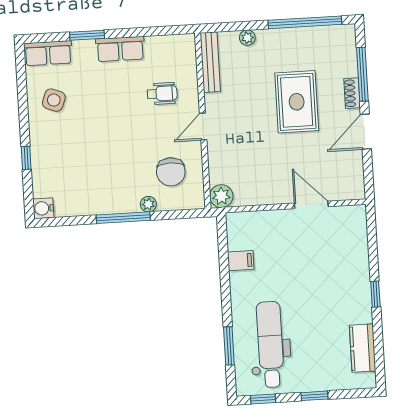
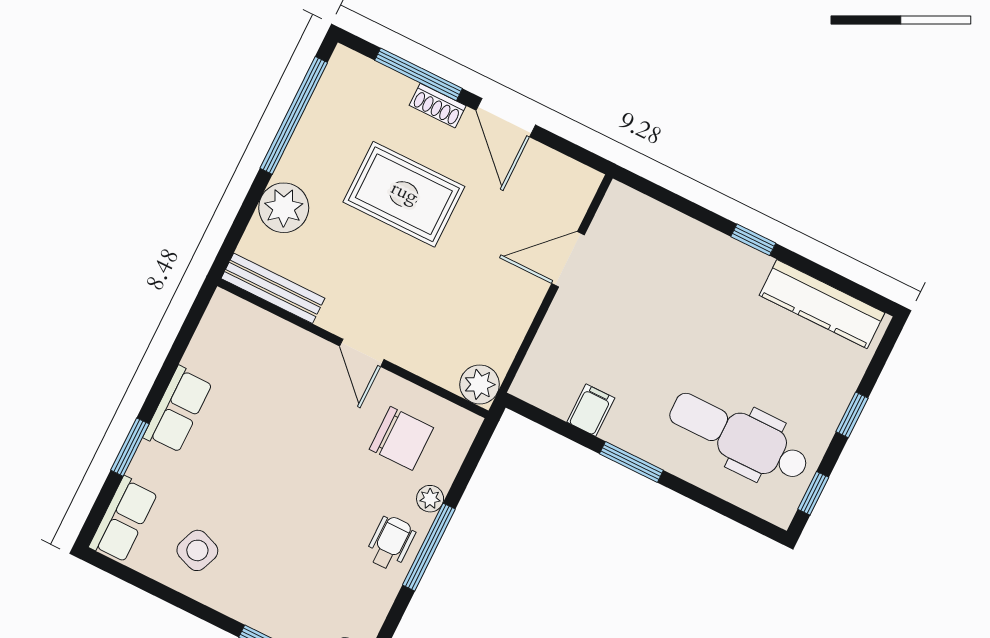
plant: (247, 38) -> (284, 208), width x1.87, depth x1.87
wheelchair: (162, 93) -> (391, 543), moved
window: (229, 346) -> (631, 462), moved
kitchen counter: (363, 348) -> (822, 304), width x1.50

